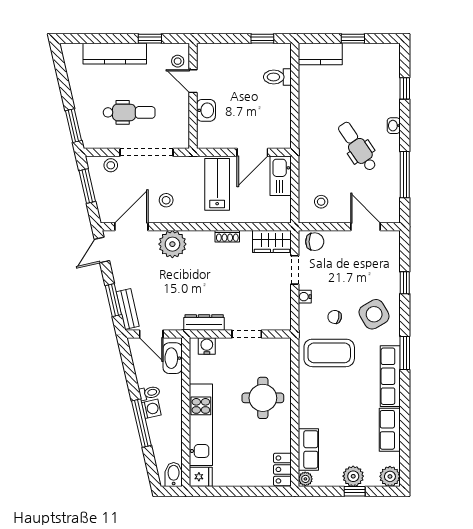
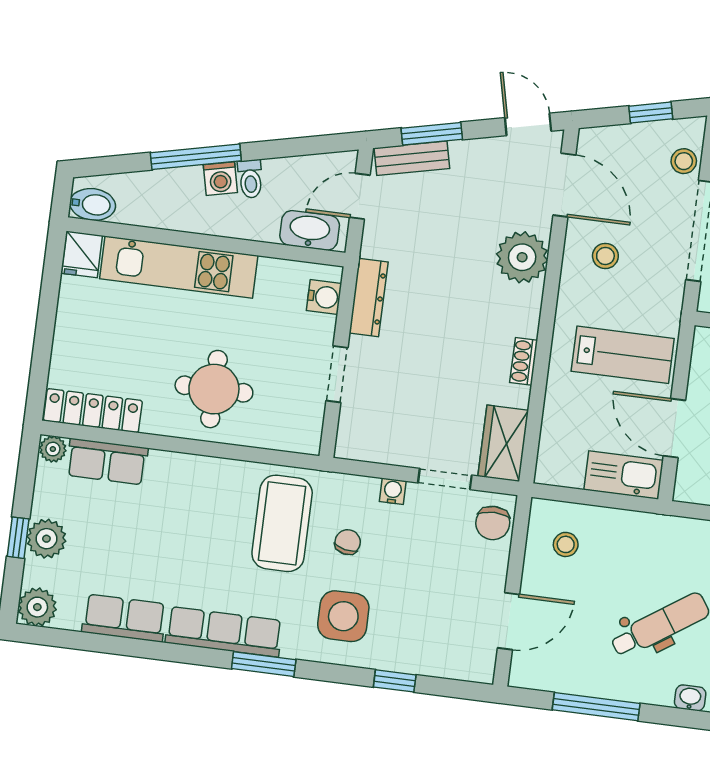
window: (87, 186) -> (651, 112), width x0.67
side table: (374, 314) -> (343, 616), turned 30
locker: (282, 469) -> (93, 411), width x1.53

